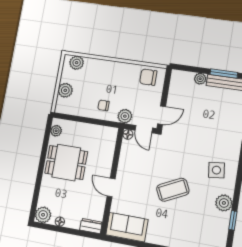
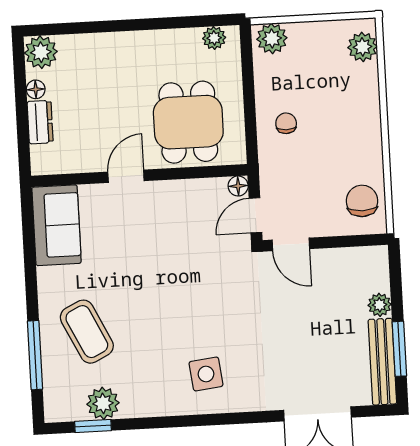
plant: (65, 90) -> (272, 39), moved
plant: (125, 116) -> (273, 172), removed
dining table: (66, 162) -> (188, 122), moved
coffee table: (173, 190) -> (87, 332), moved
plant: (224, 203) -> (103, 403), moved
window: (233, 220) -> (93, 426), moved
dresser: (91, 226) -> (40, 122), moved

